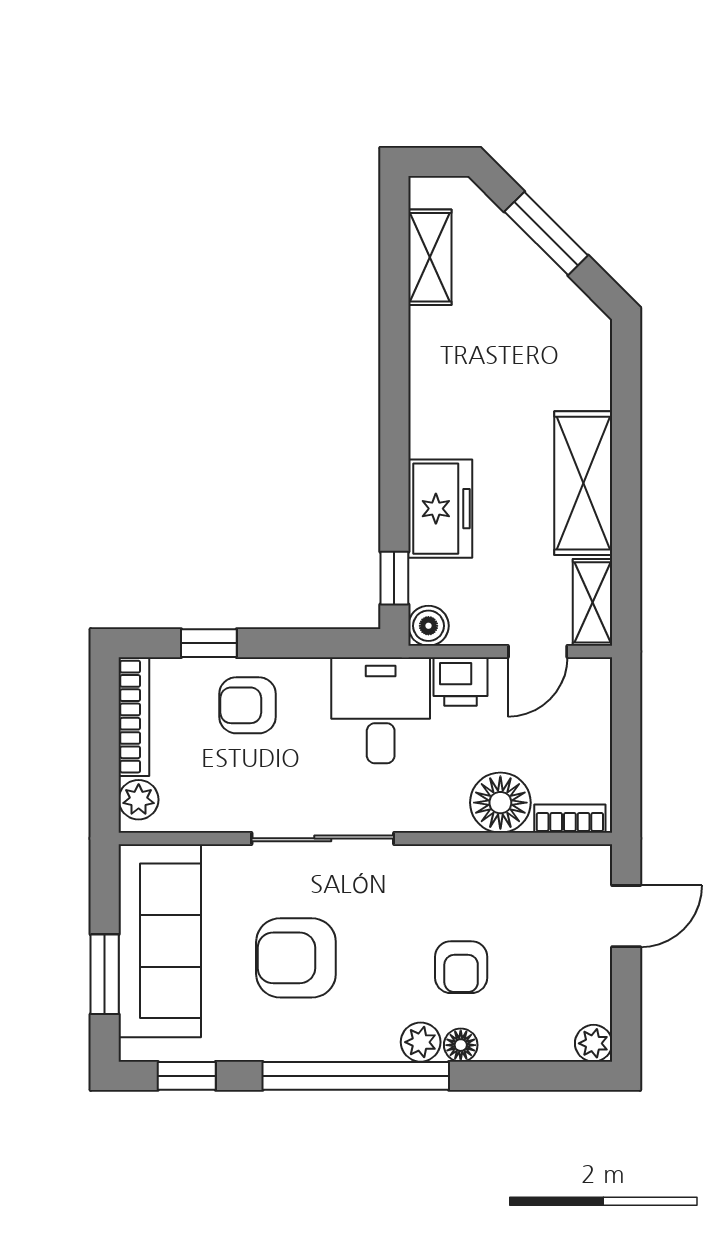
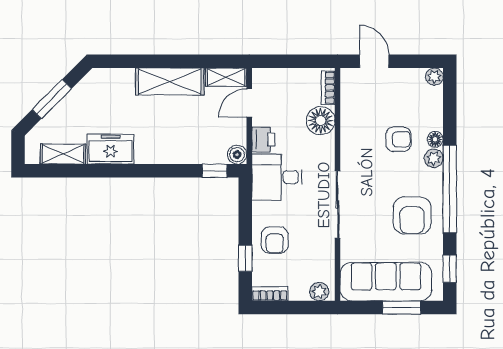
freezer: (440, 509) -> (111, 149), moved
door: (538, 652) -> (249, 103), swing flipped
bookcase: (134, 717) -> (270, 294), width x0.64
armchair: (296, 958) -> (412, 216), moved

